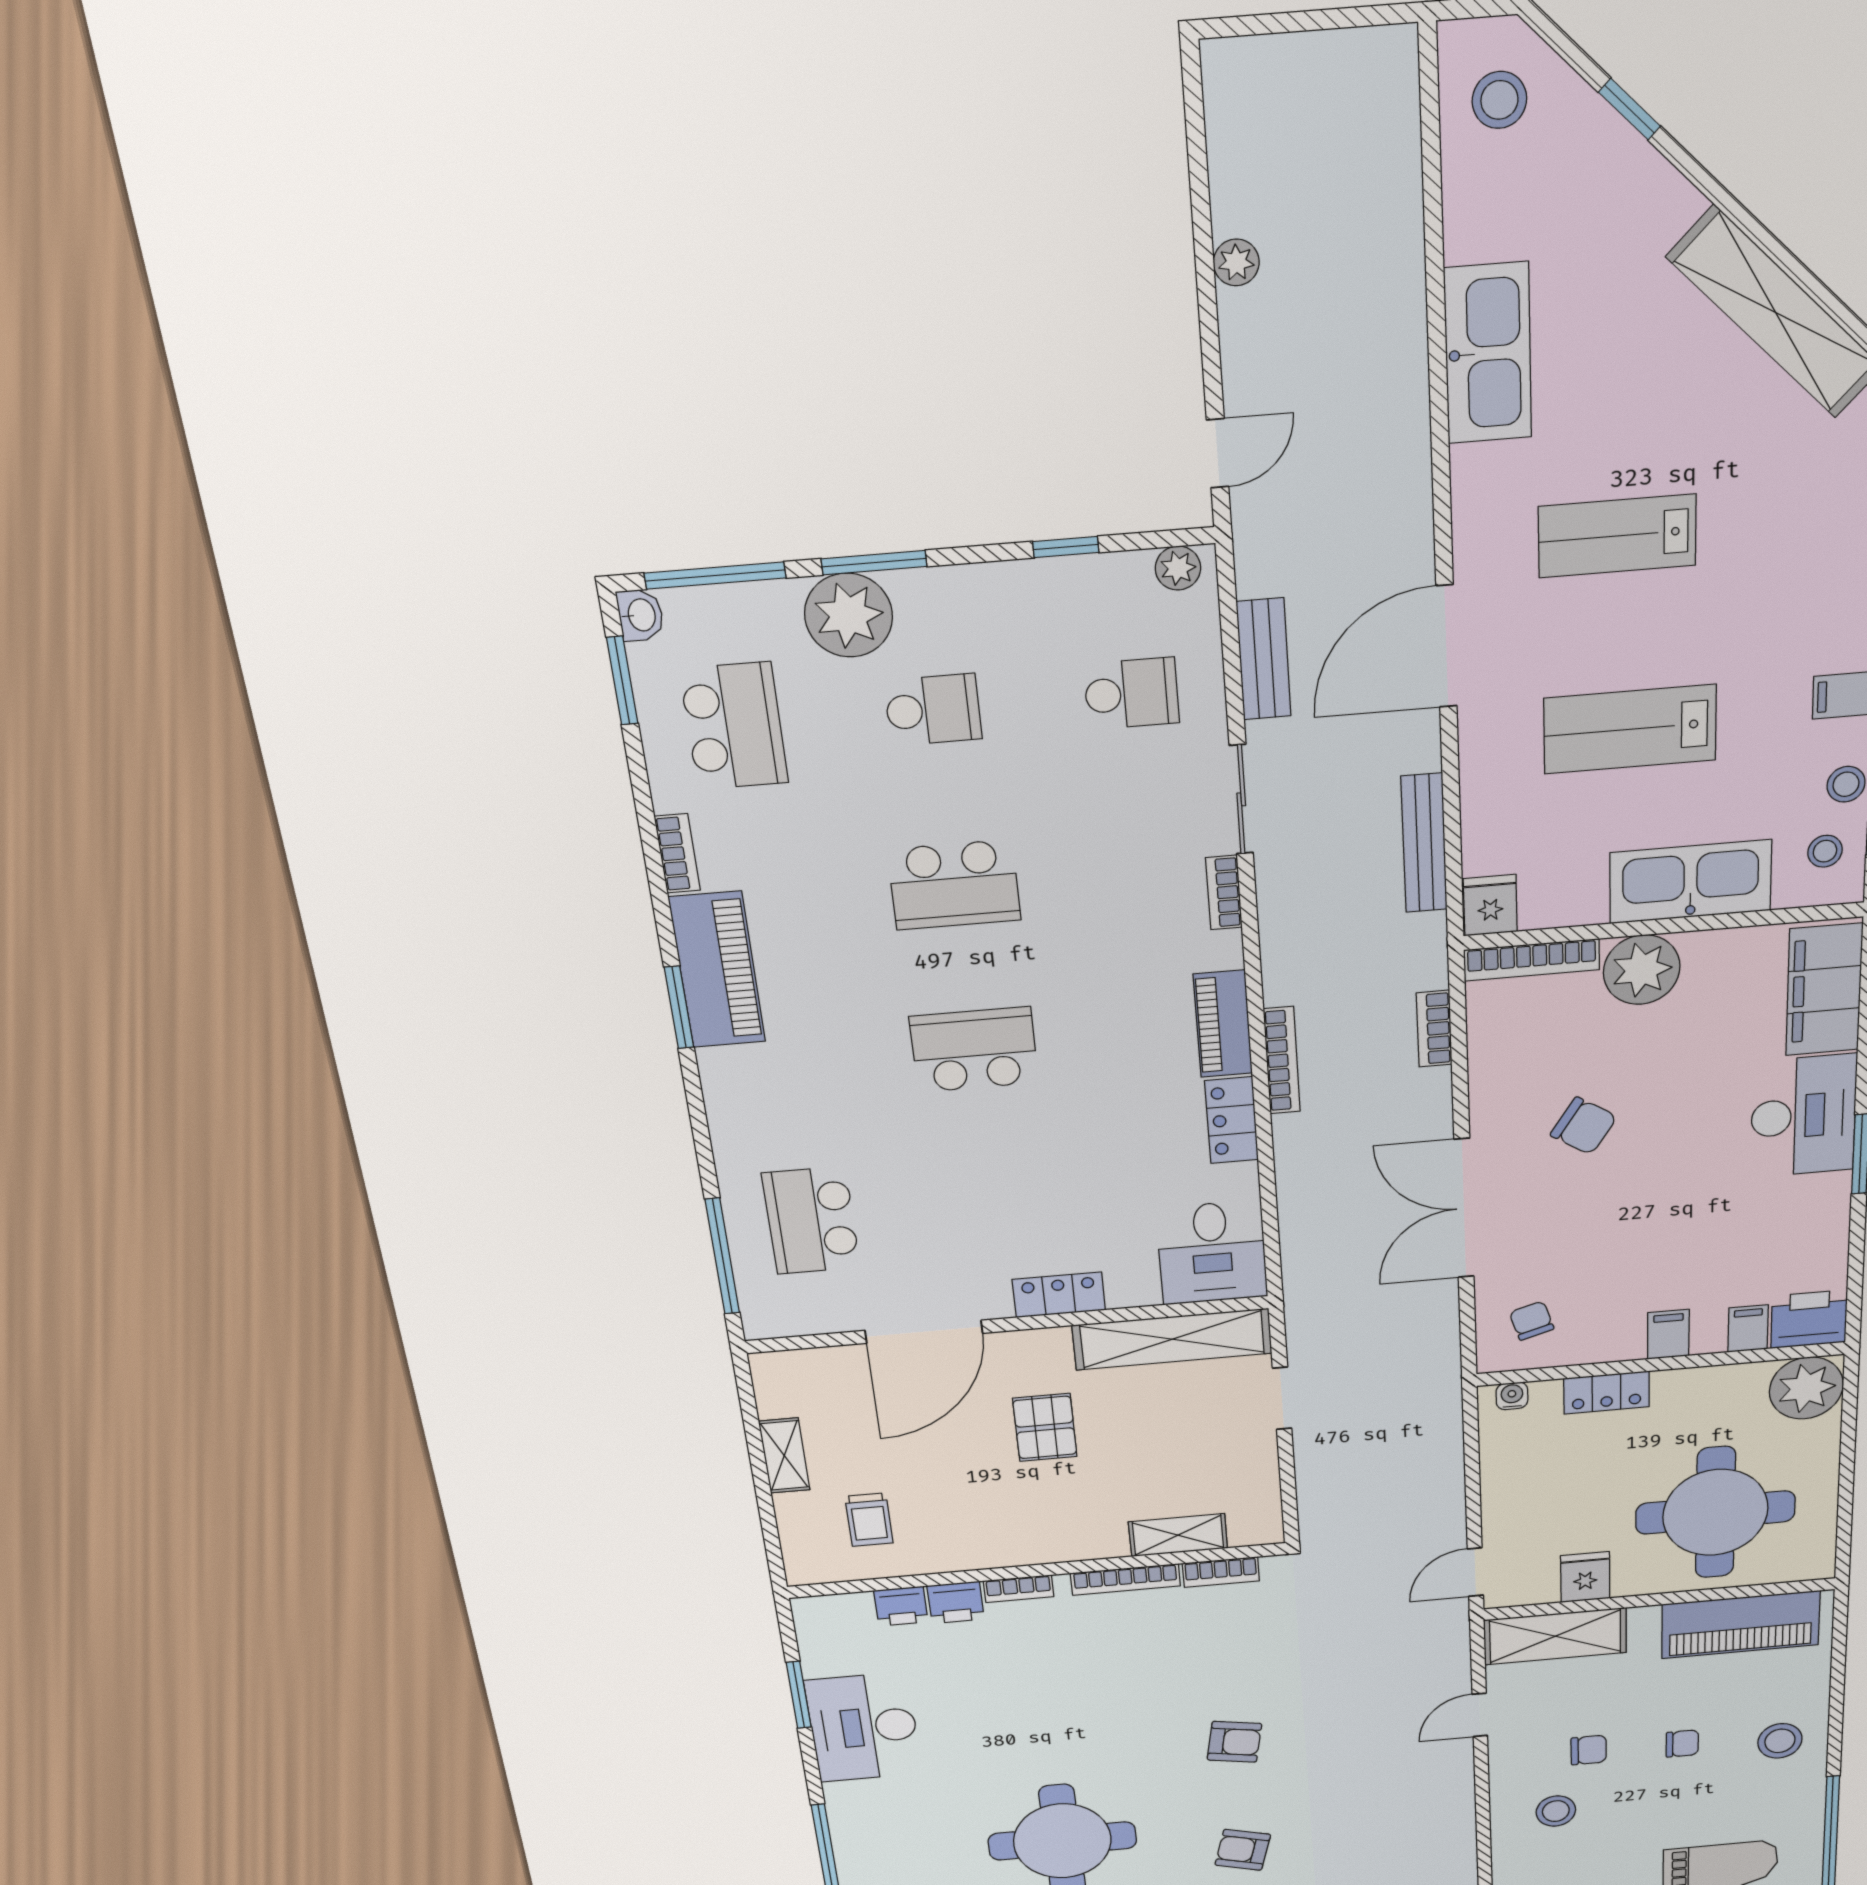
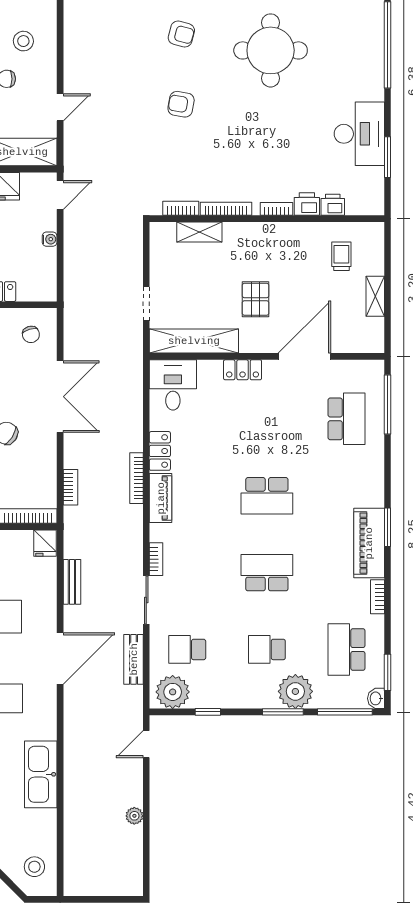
plant: (1178, 568) -> (173, 692), width x1.87, depth x1.87
bench: (1424, 843) -> (72, 582), width x0.73
water cooler: (1512, 1396) -> (50, 239), moved, turned -90

